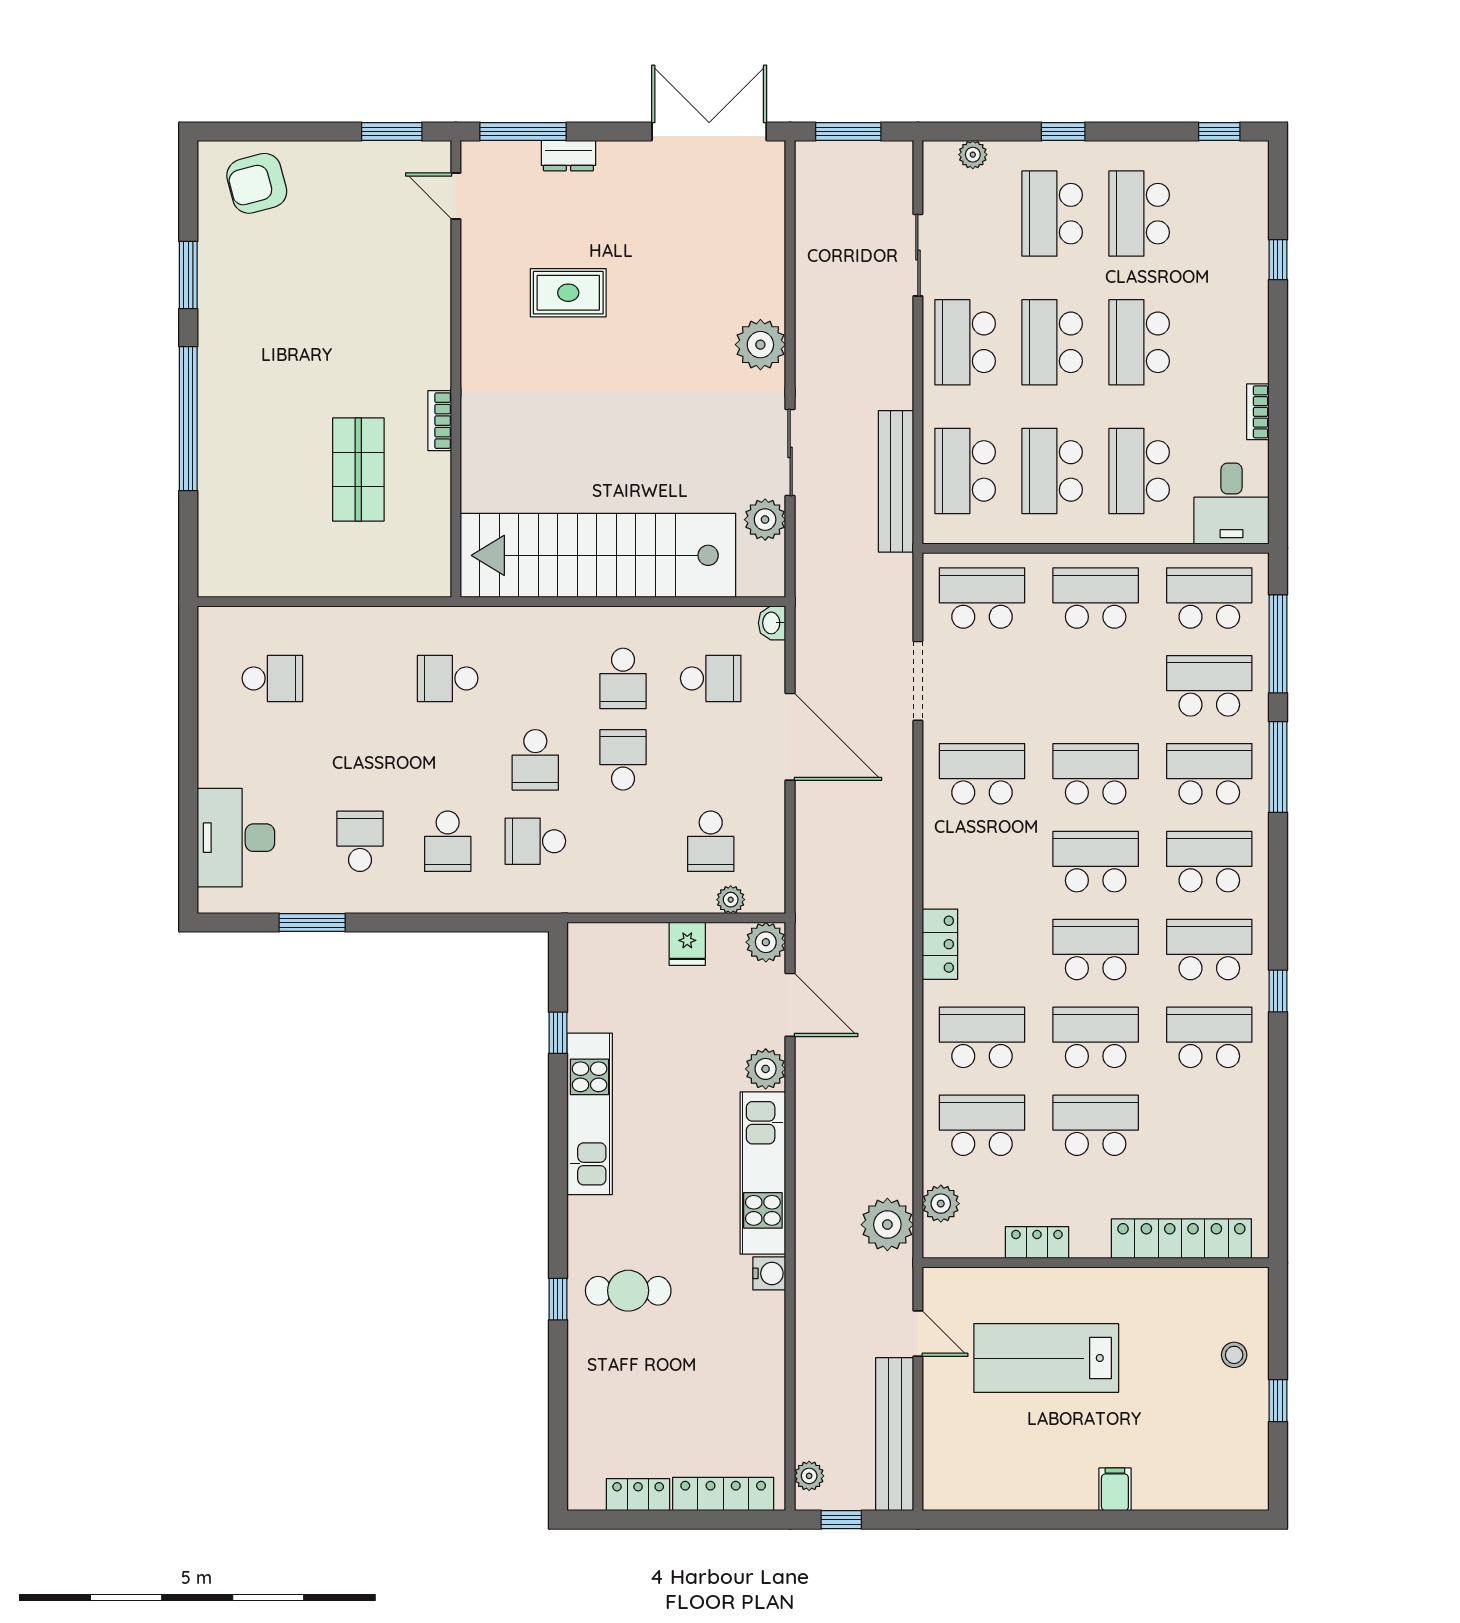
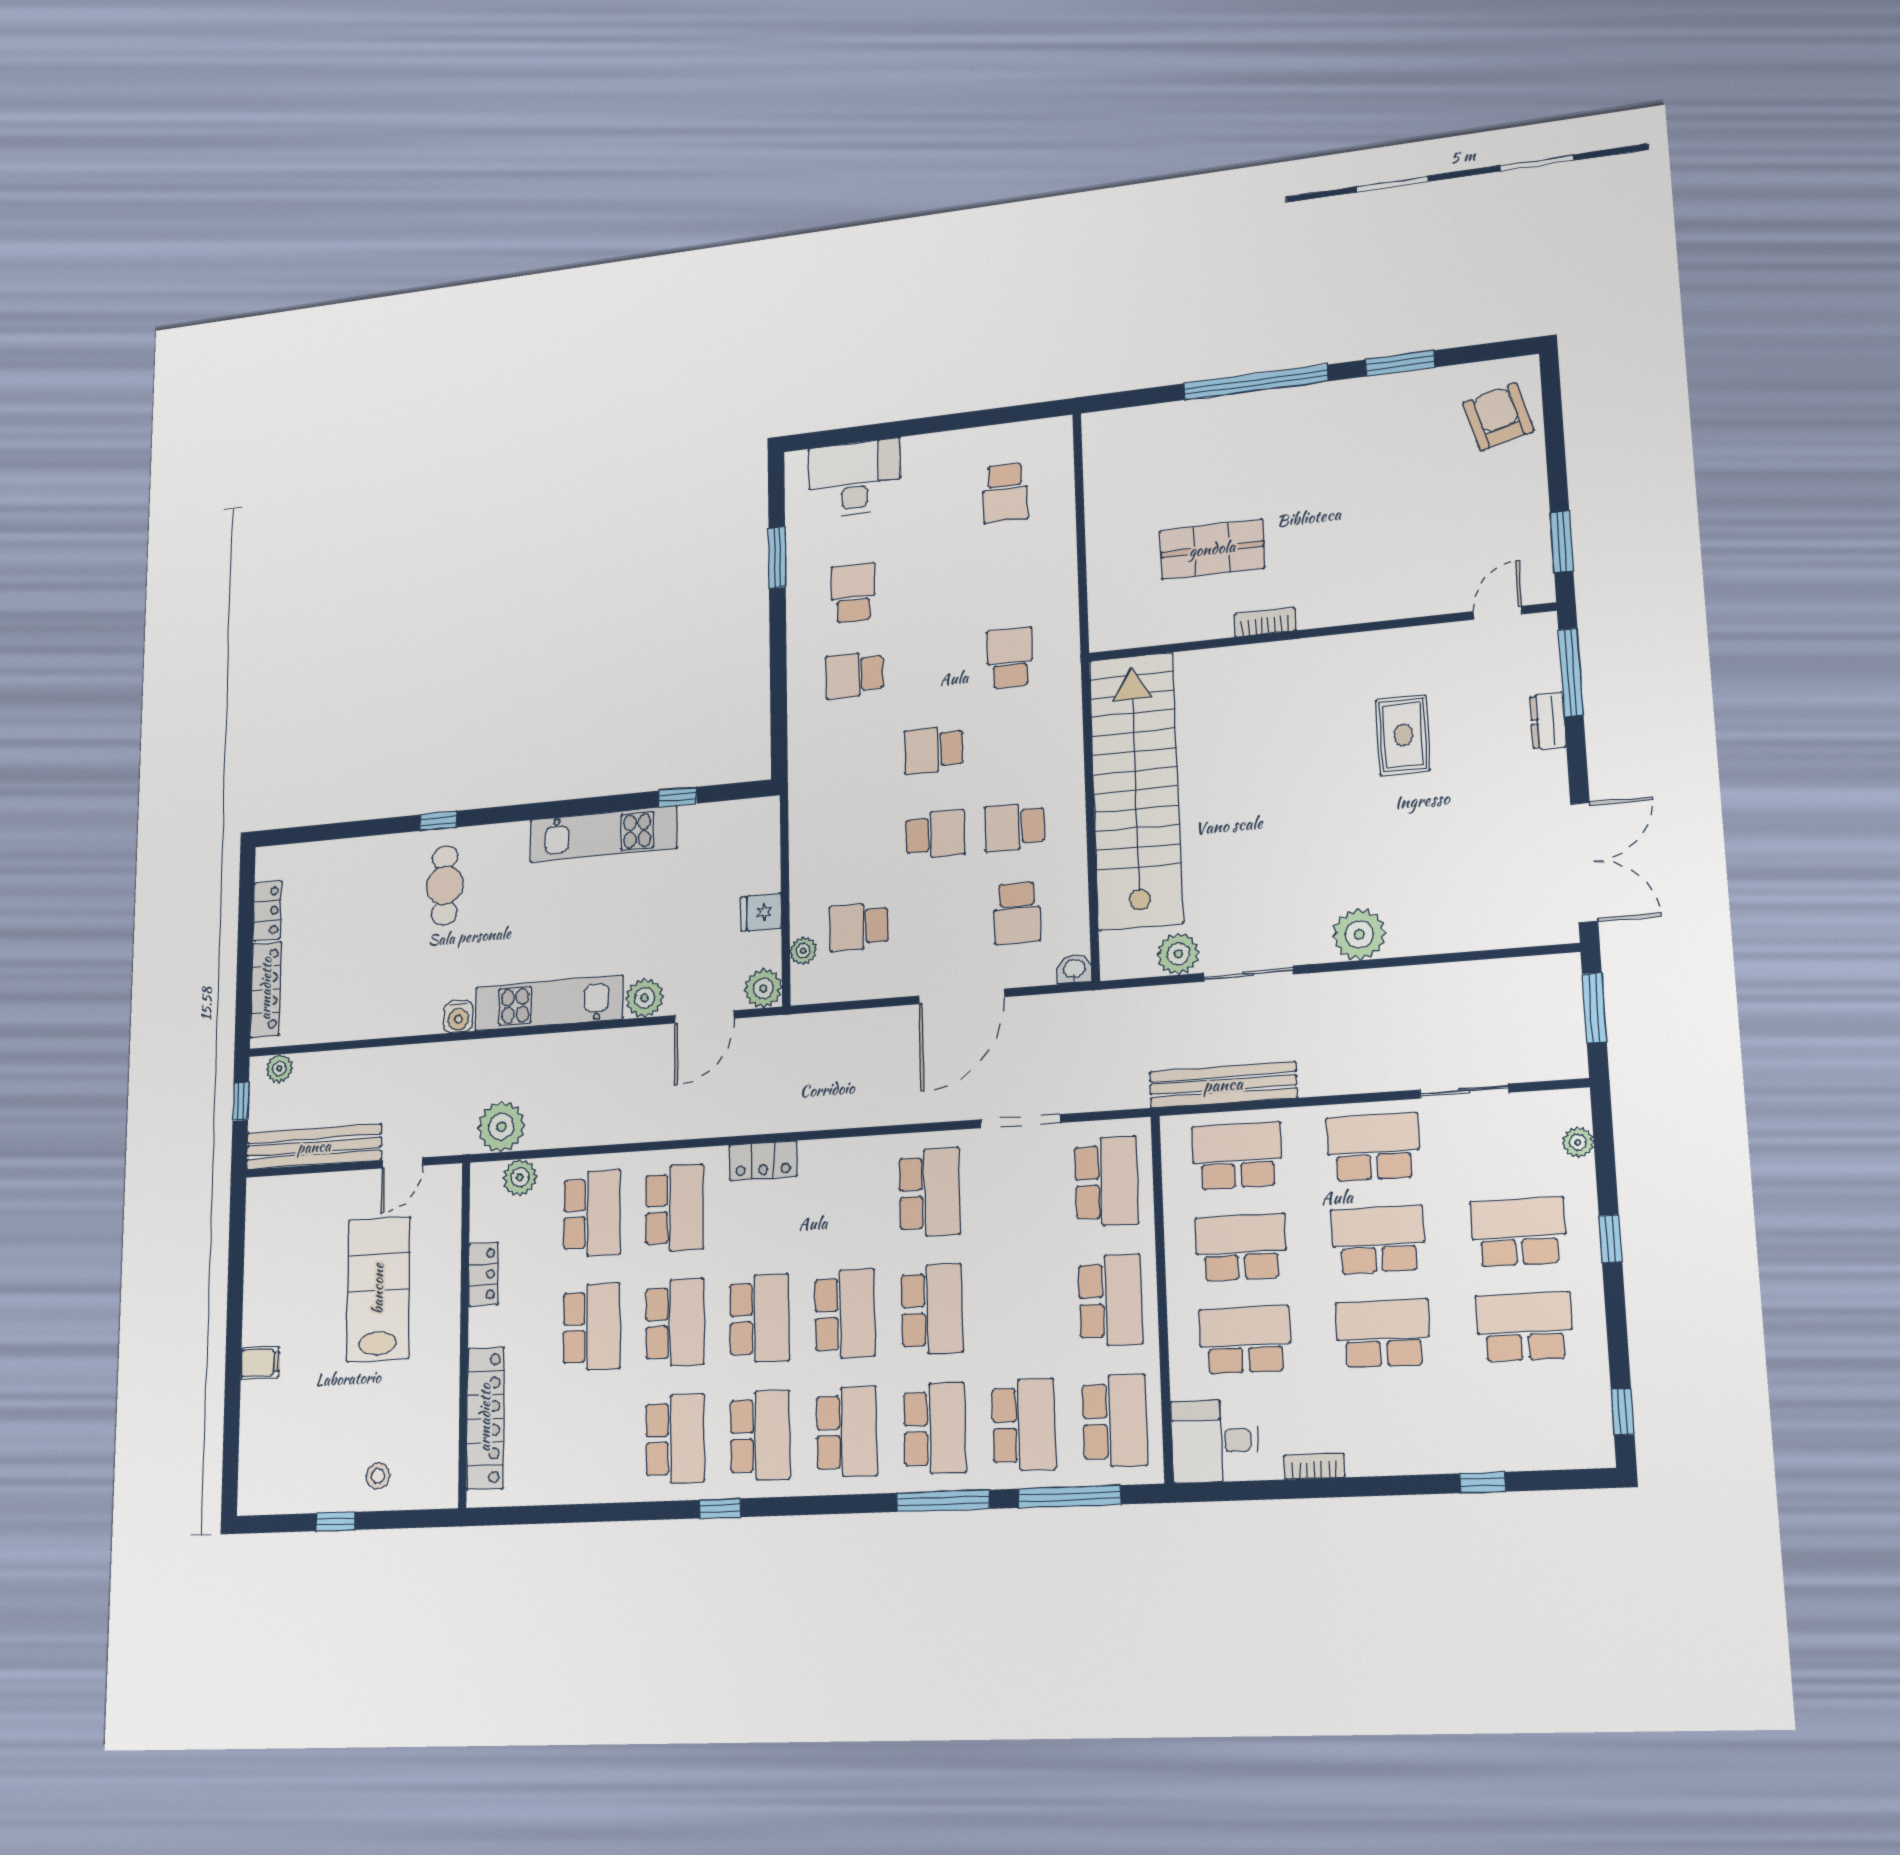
school desk: (360, 841) -> (853, 593), turned -90
school desk: (535, 841) -> (856, 758), removed

